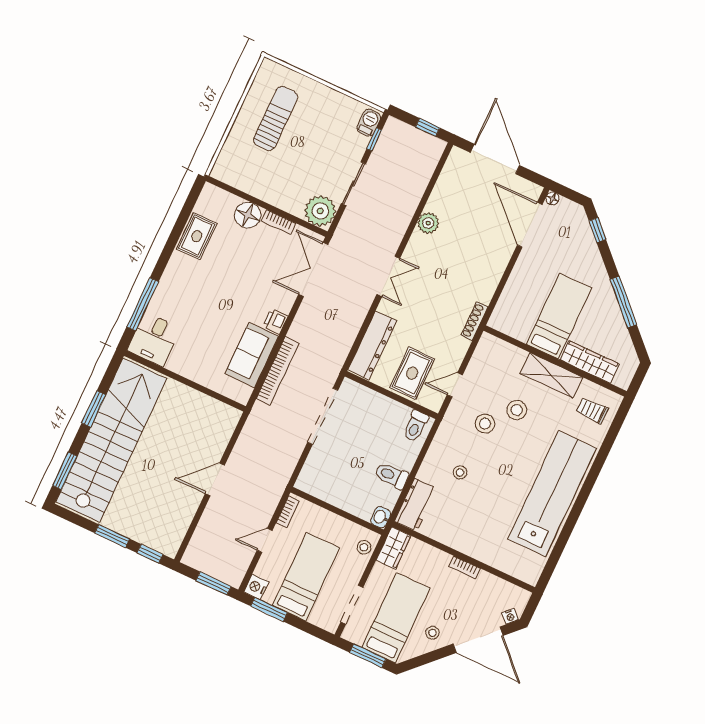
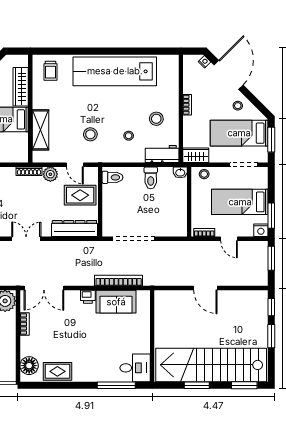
floor lamp: (248, 215) -> (29, 366), moved
plant: (458, 347) -> (50, 174), added
shelving: (551, 375) -> (40, 130), moved
stool: (517, 410) -> (156, 119), moved

